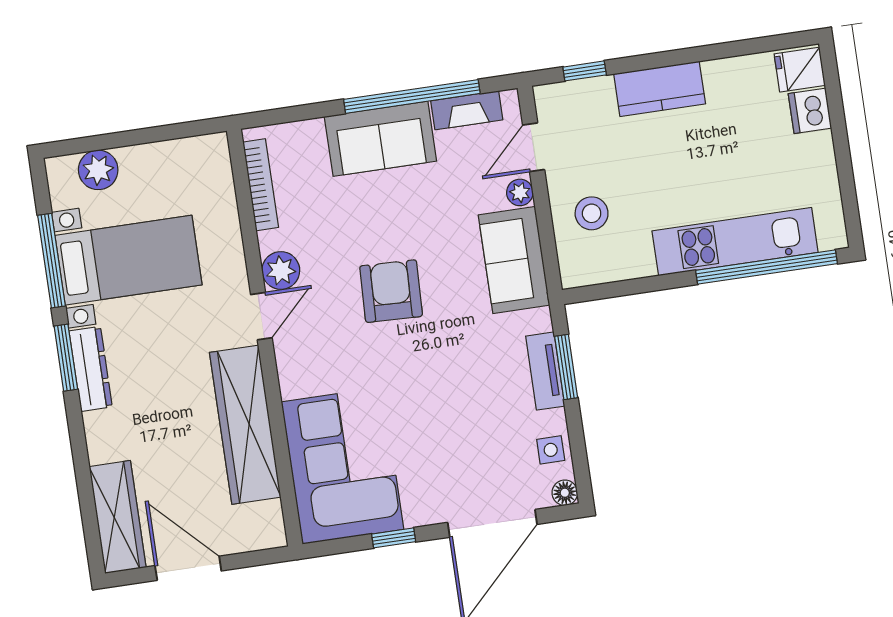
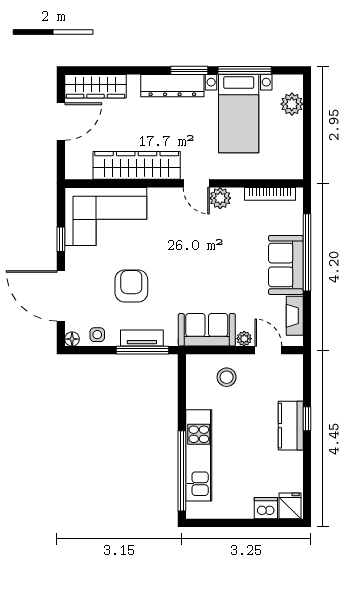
window: (585, 71) -> (307, 419), moved
window: (412, 96) -> (307, 252), moved
armchair: (391, 291) -> (131, 286), moved, turned -92
window: (566, 367) -> (142, 350), width x1.44
dresser: (91, 369) -> (172, 86), width x1.37, depth x1.24

